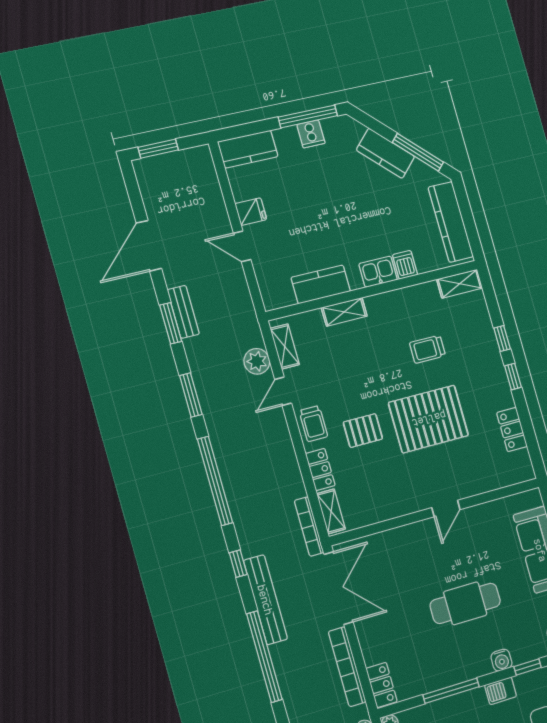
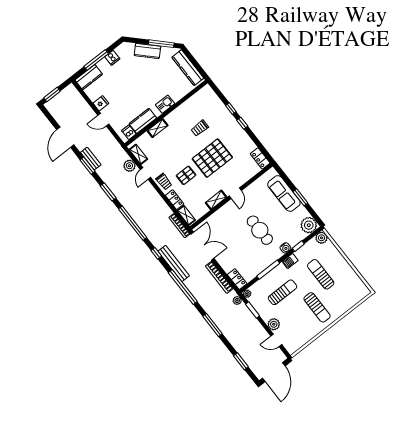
window: (308, 116) -> (96, 60), moved
dishwasher: (405, 265) -> (129, 132), moved
shelving: (460, 284) -> (216, 200), moved
locker: (512, 430) -> (260, 158), moved
cafe table: (465, 603) -> (260, 230), turned 90

